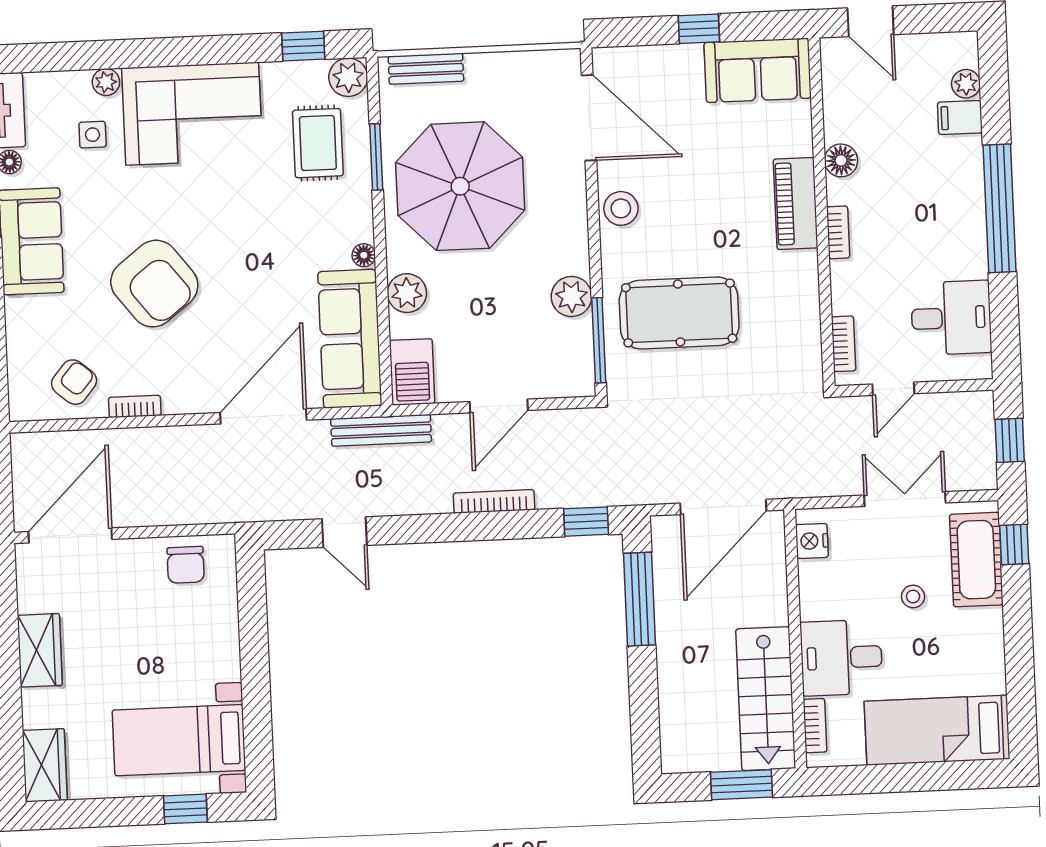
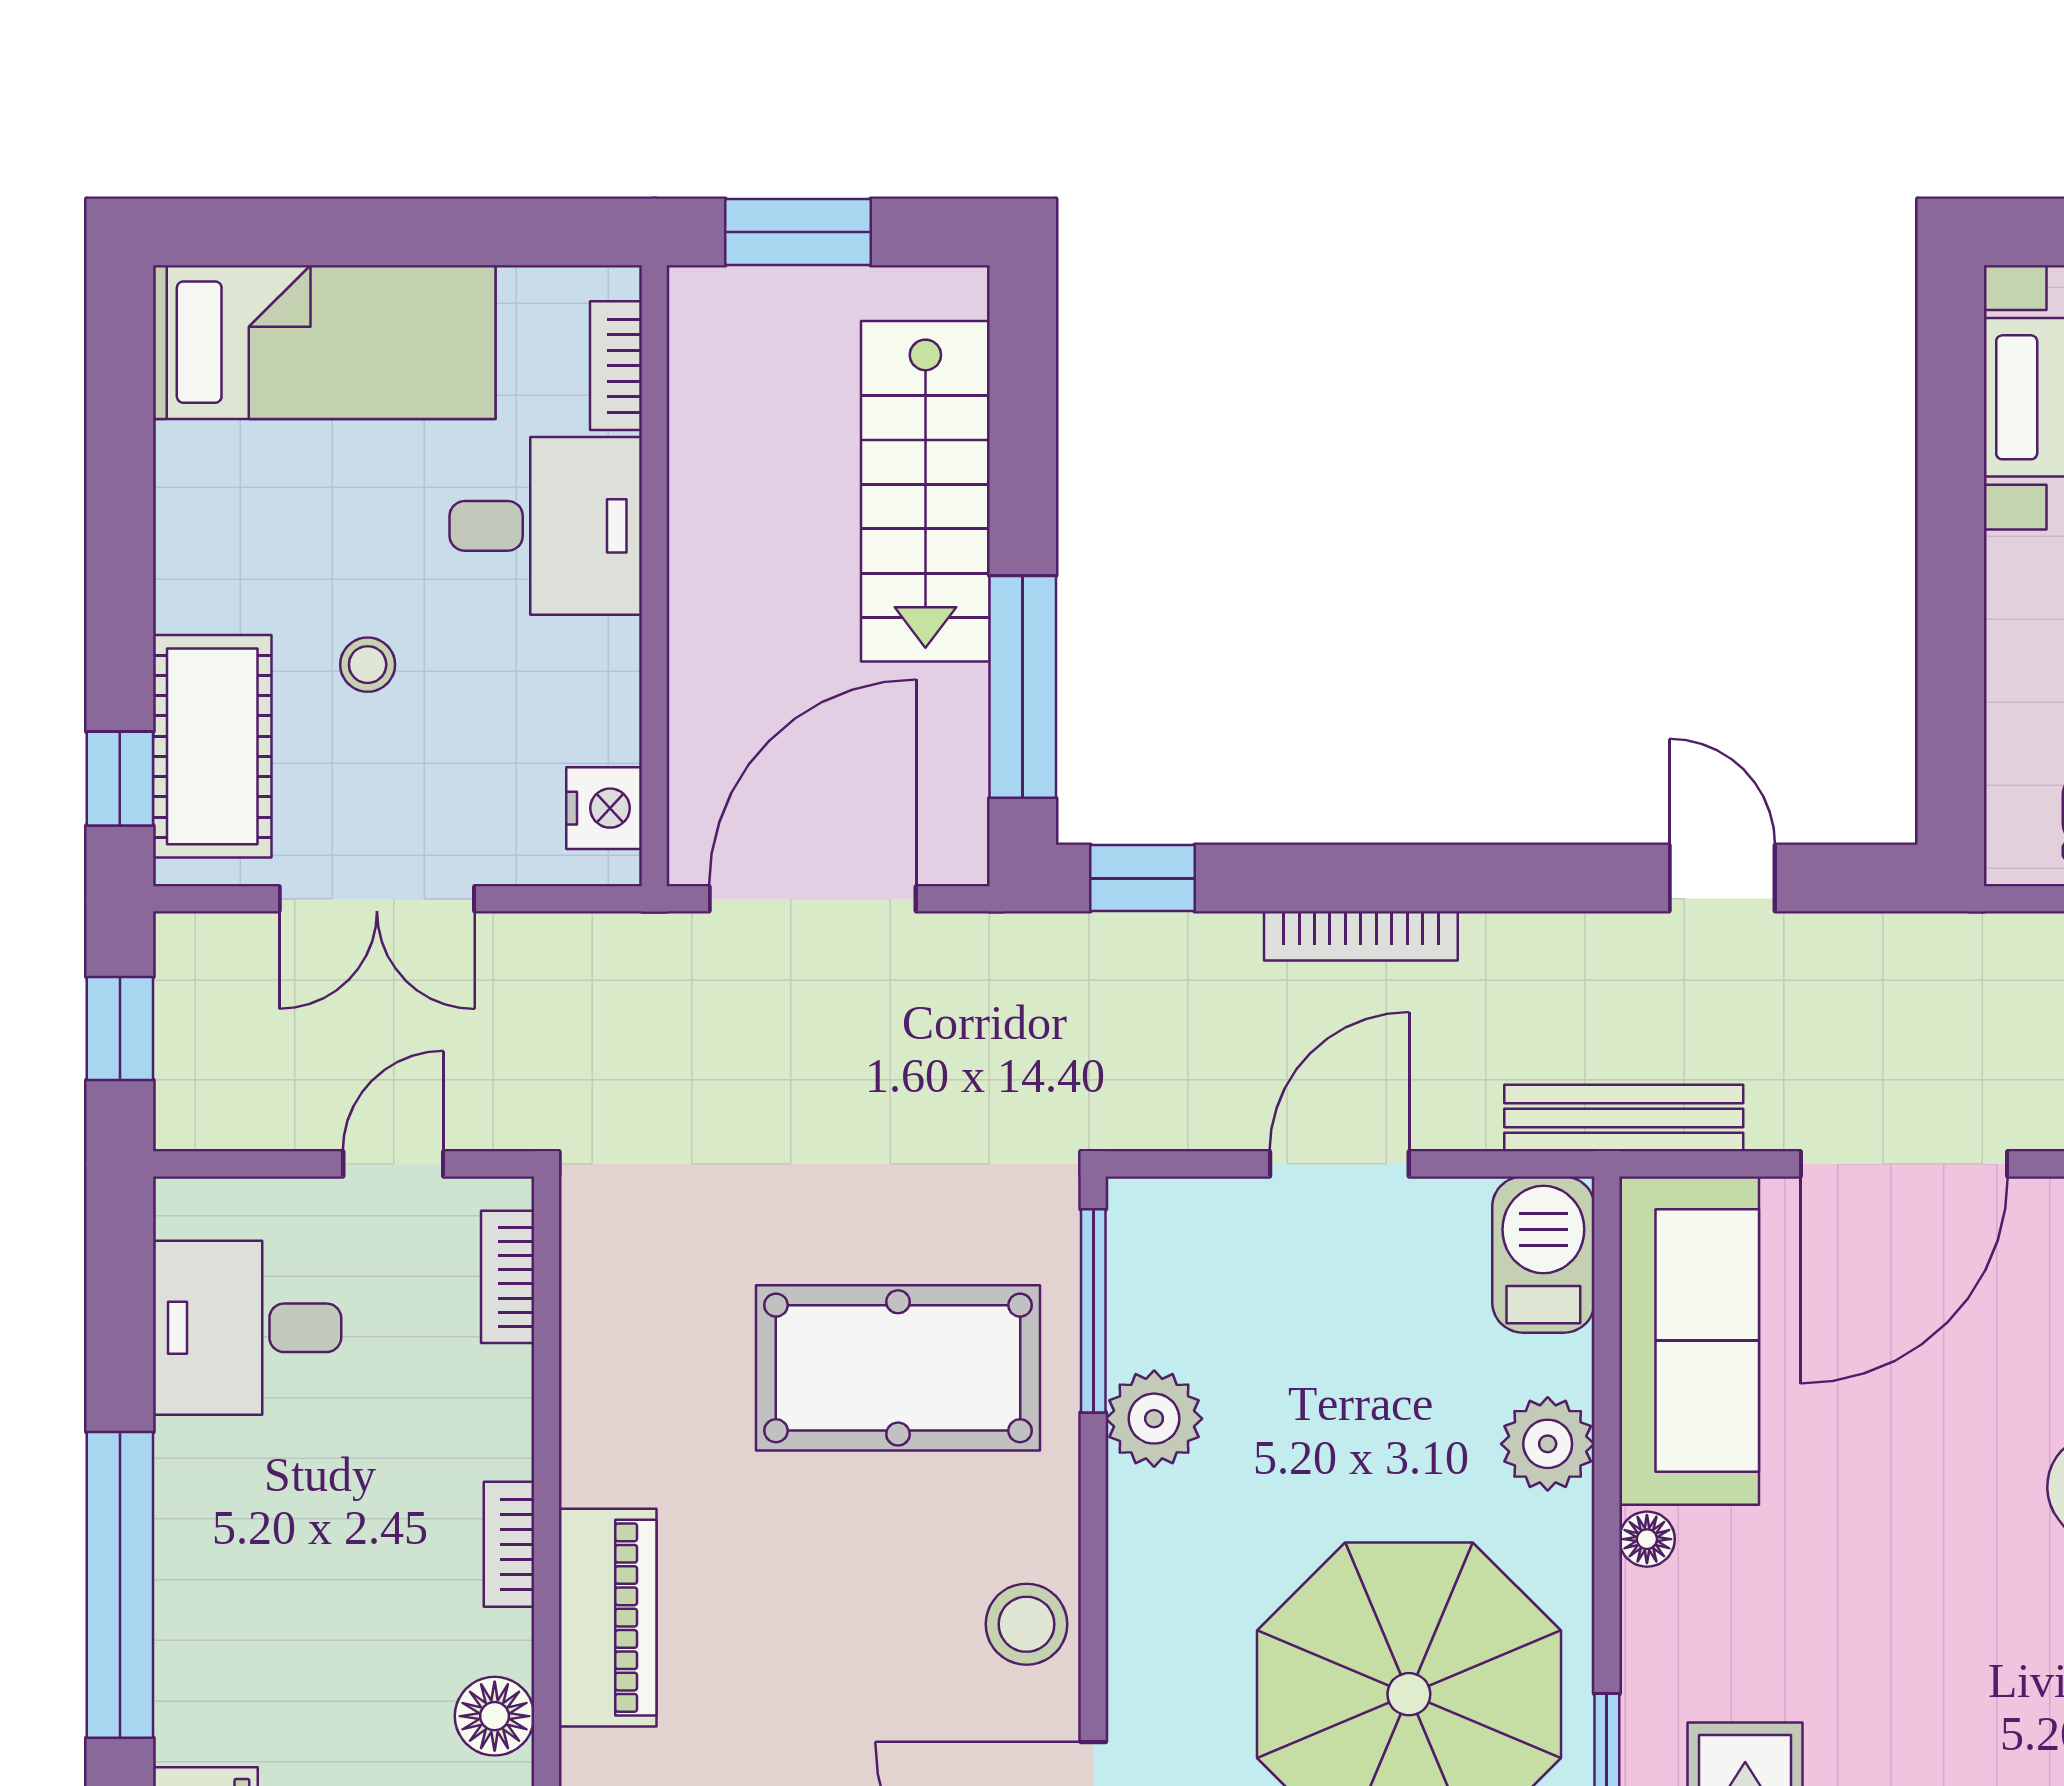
stairs: (766, 699) -> (925, 491), moved, turned 180

